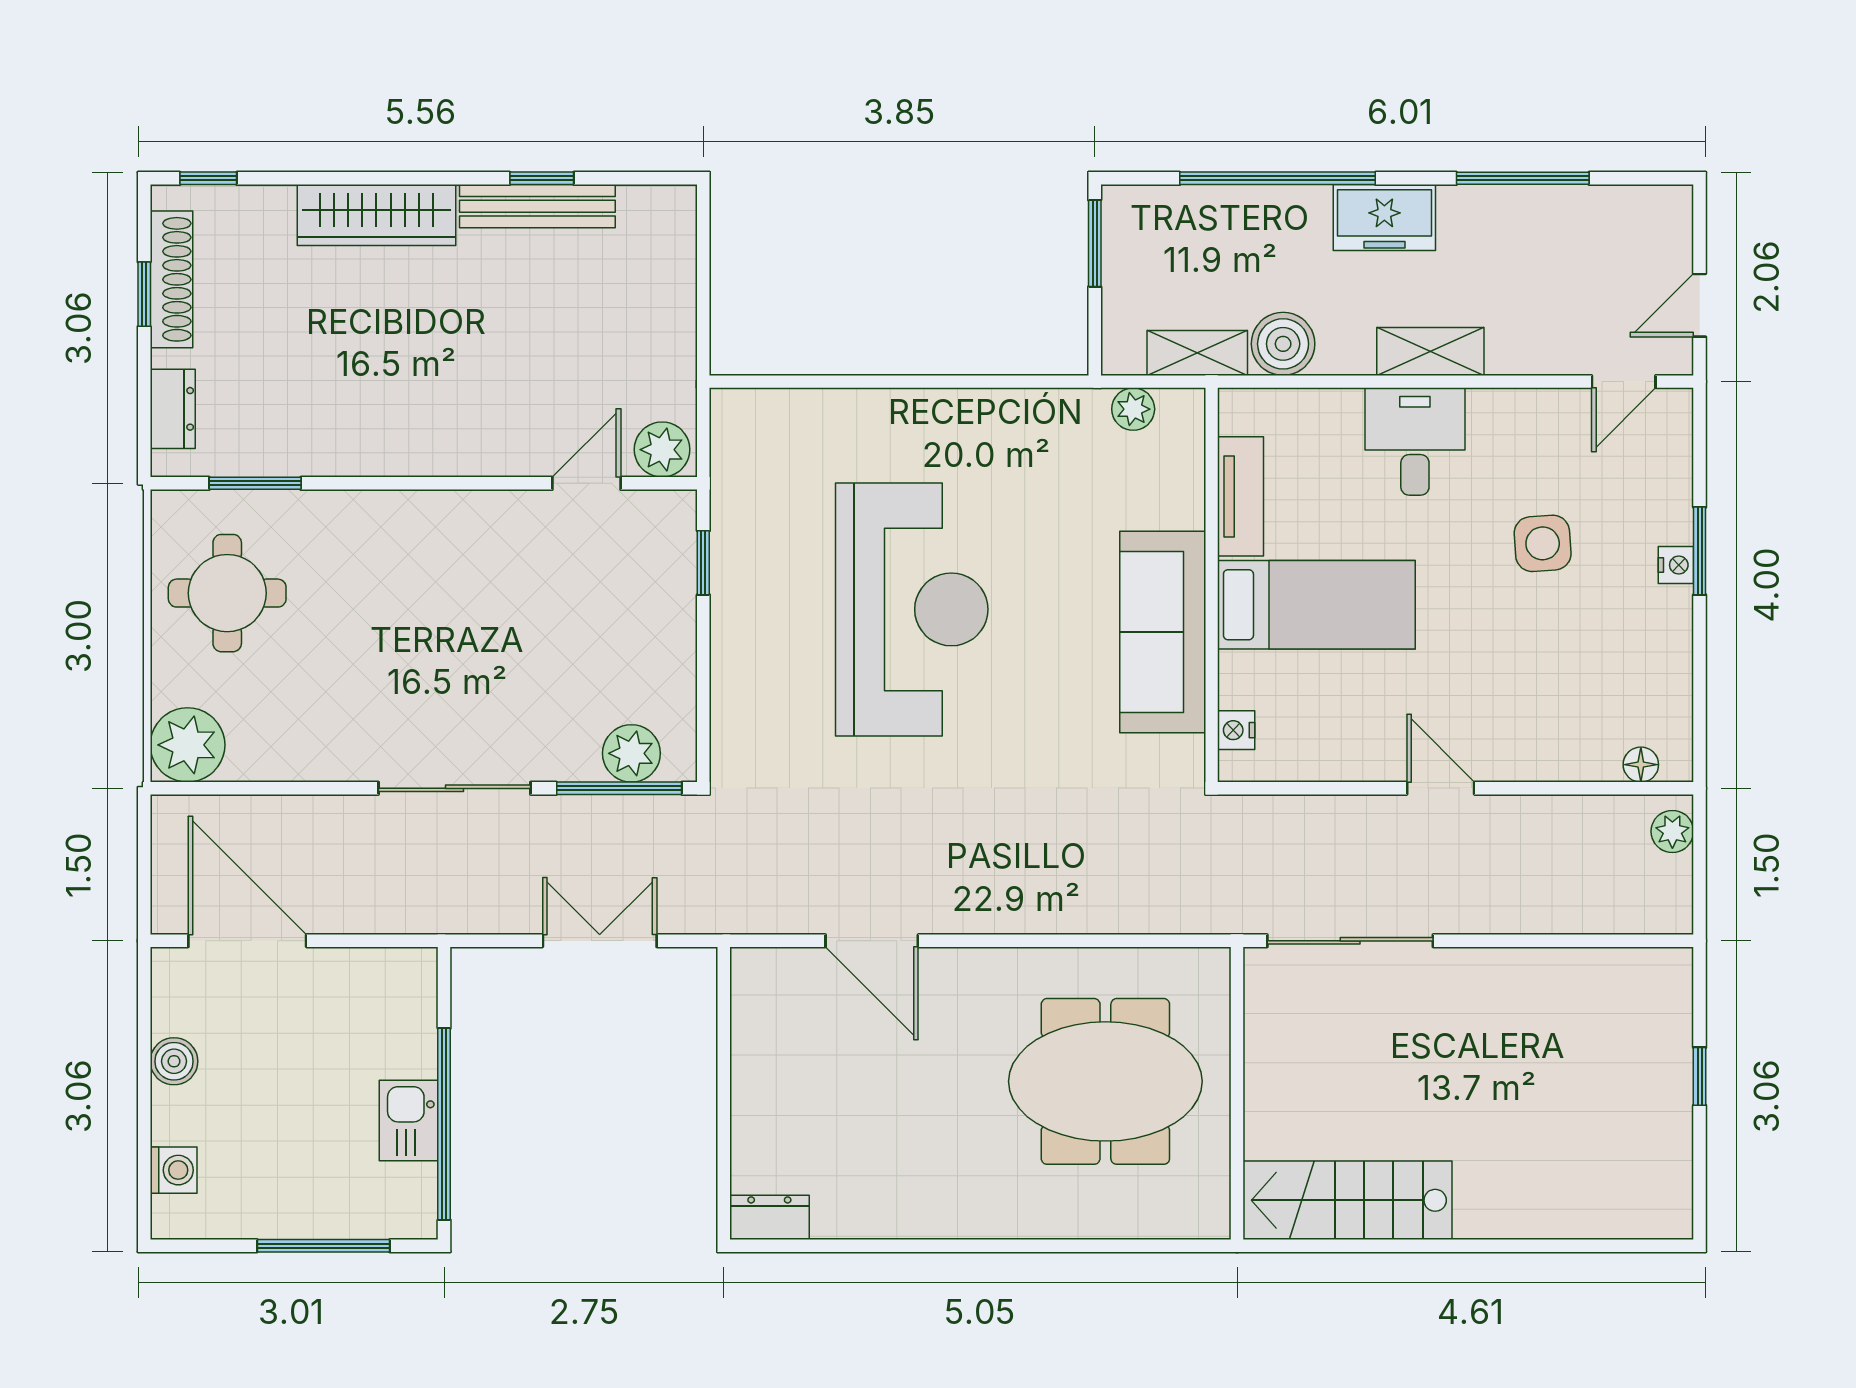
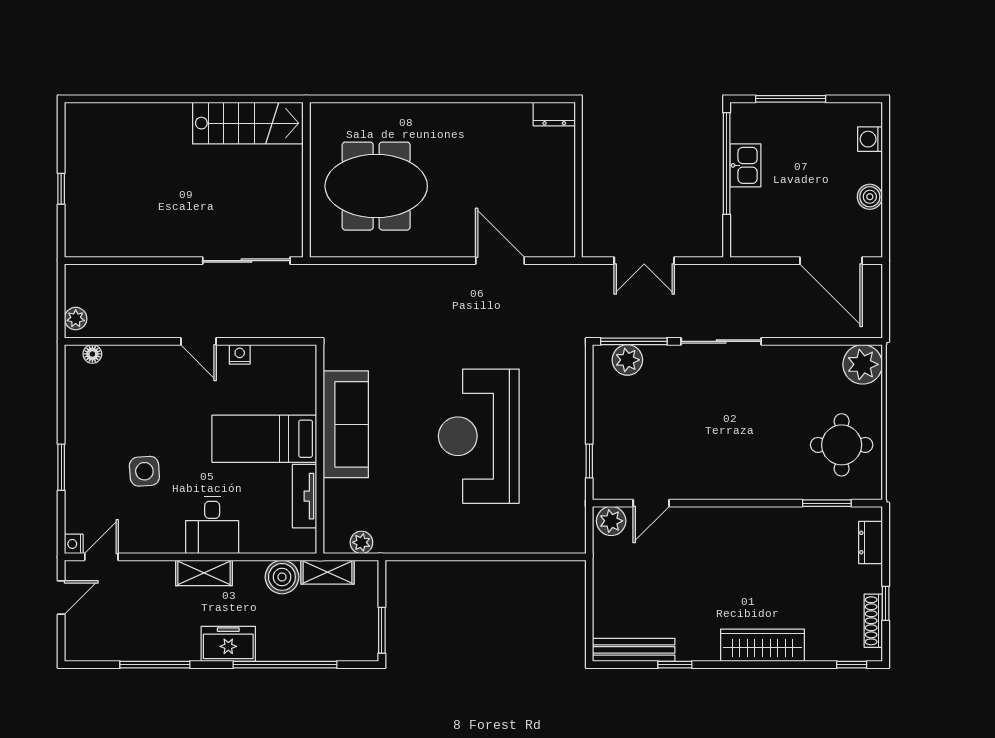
bench: (537, 206) -> (634, 650), moved
shoe rack: (171, 279) -> (873, 621), width x0.74, depth x0.81
nightstand: (1676, 565) -> (74, 544), moved
nightstand: (1236, 730) -> (240, 354), moved, turned -90

